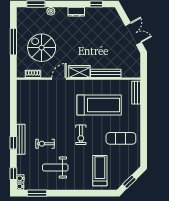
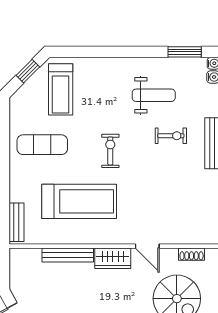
door: (59, 79) -> (147, 246), hinge flipped
treadmill: (99, 105) -> (79, 201), turned 180
treadmill: (100, 171) -> (61, 89), moved

